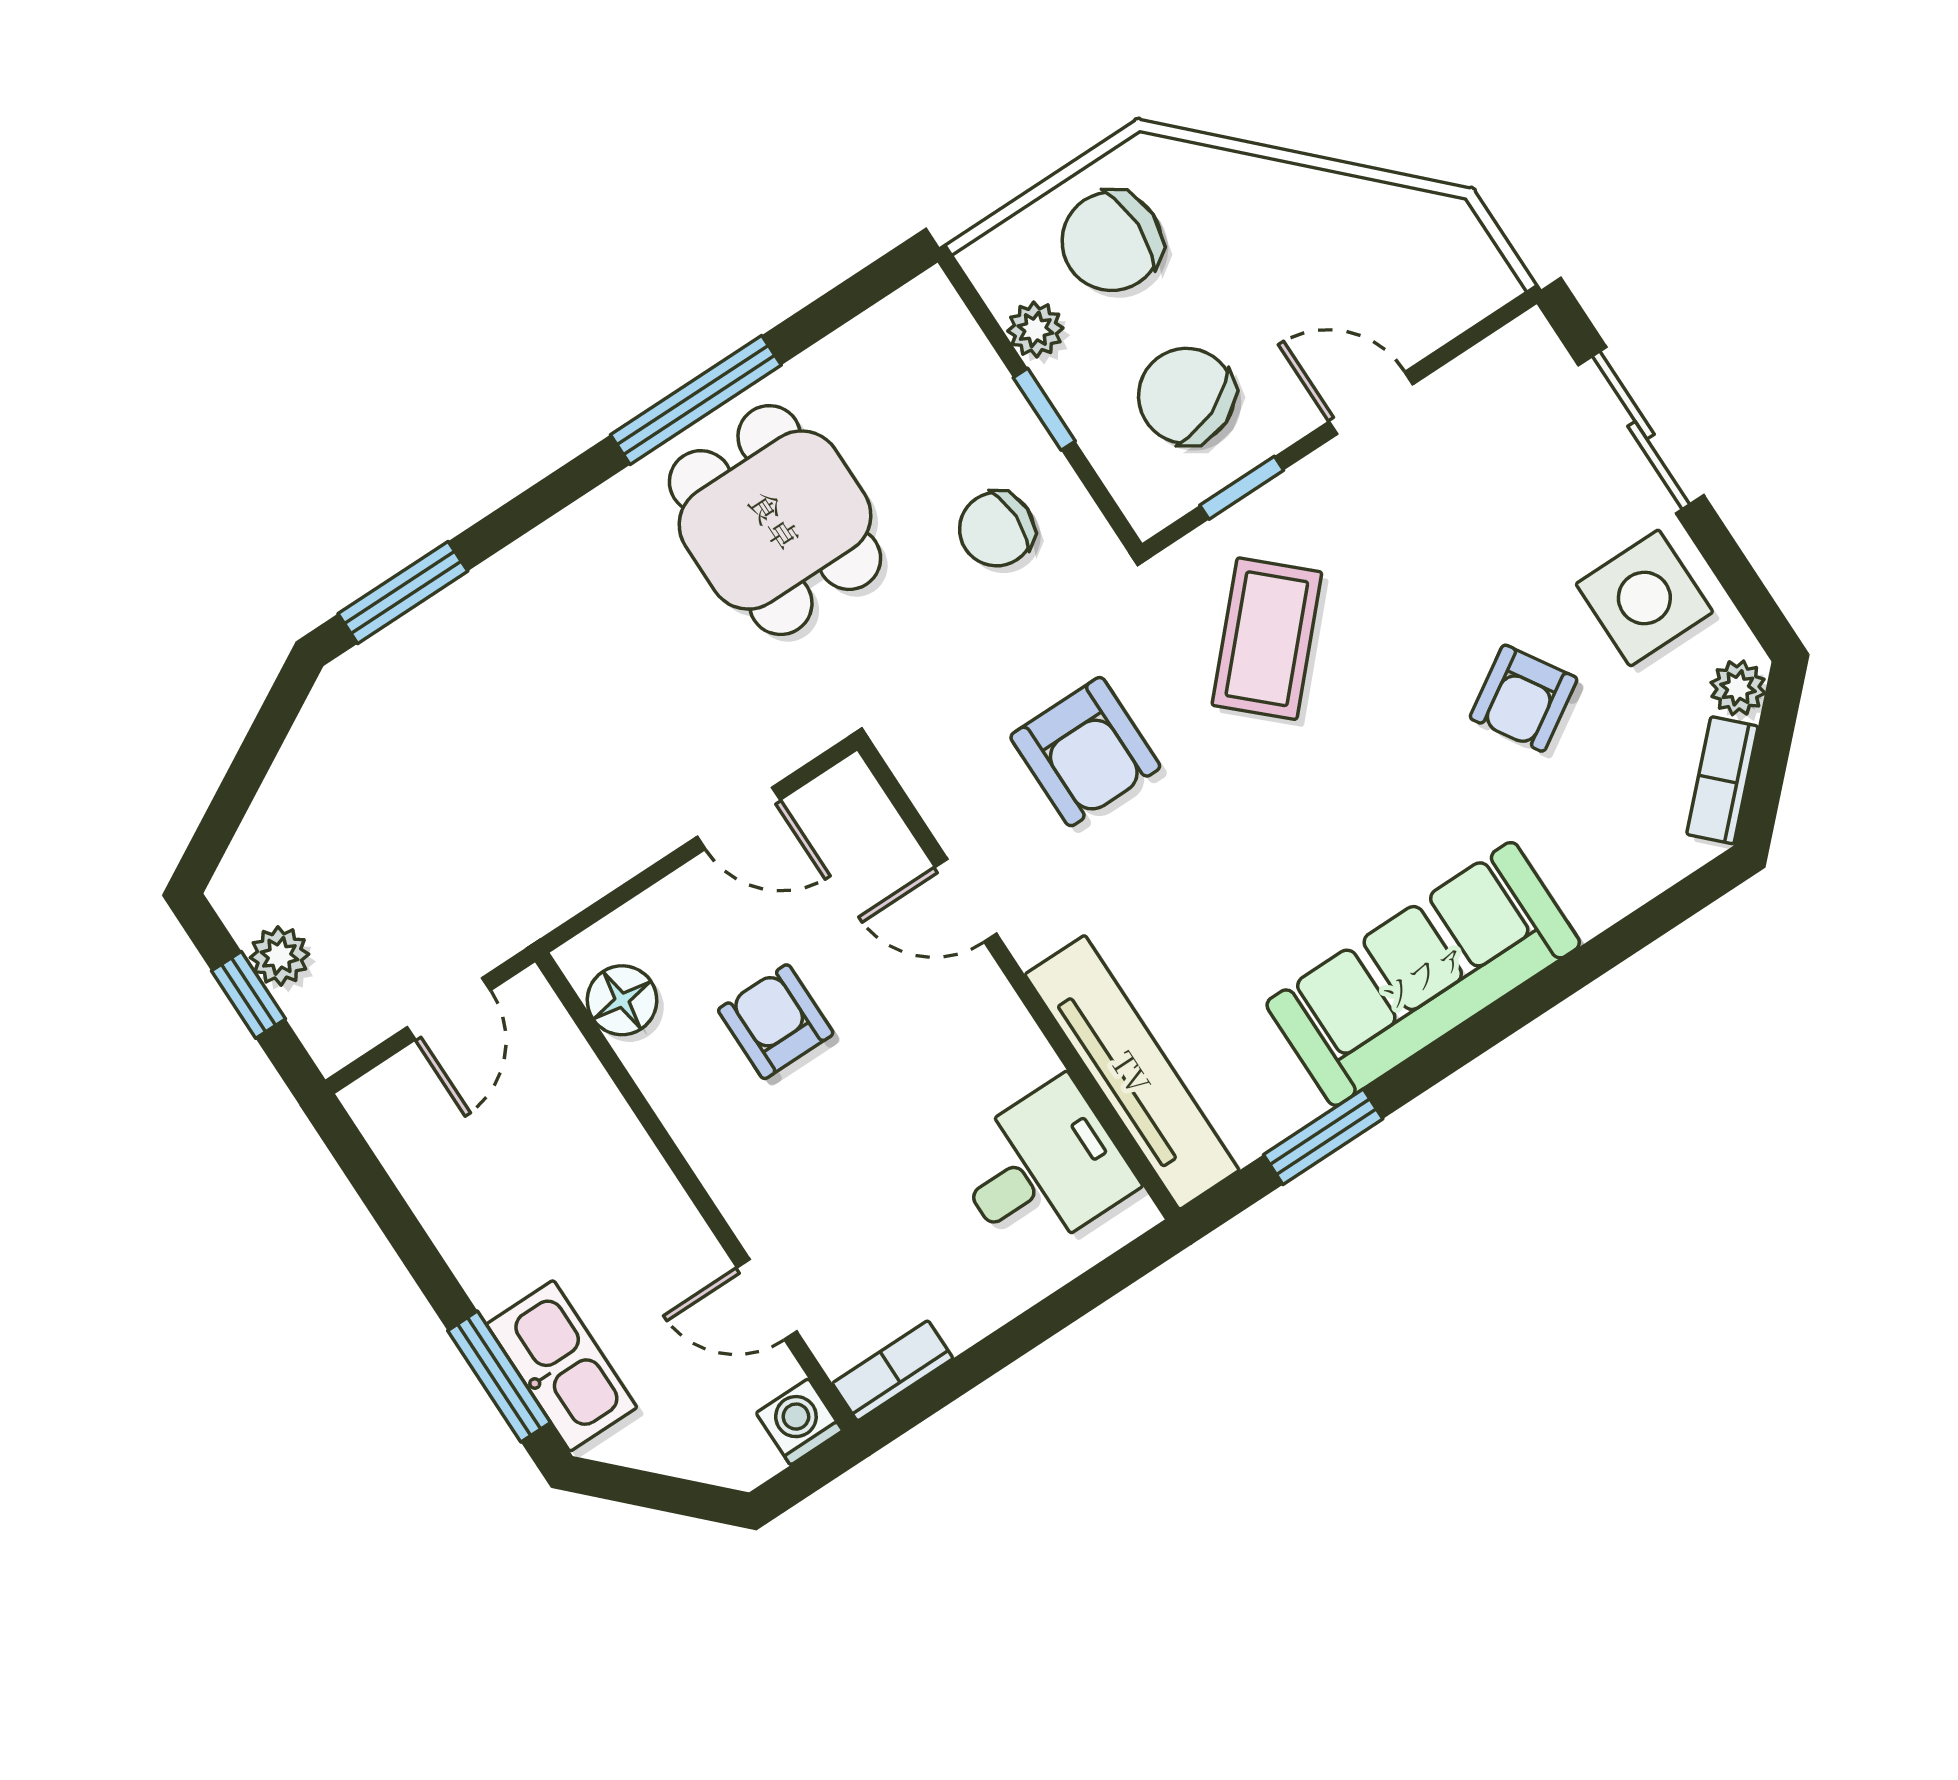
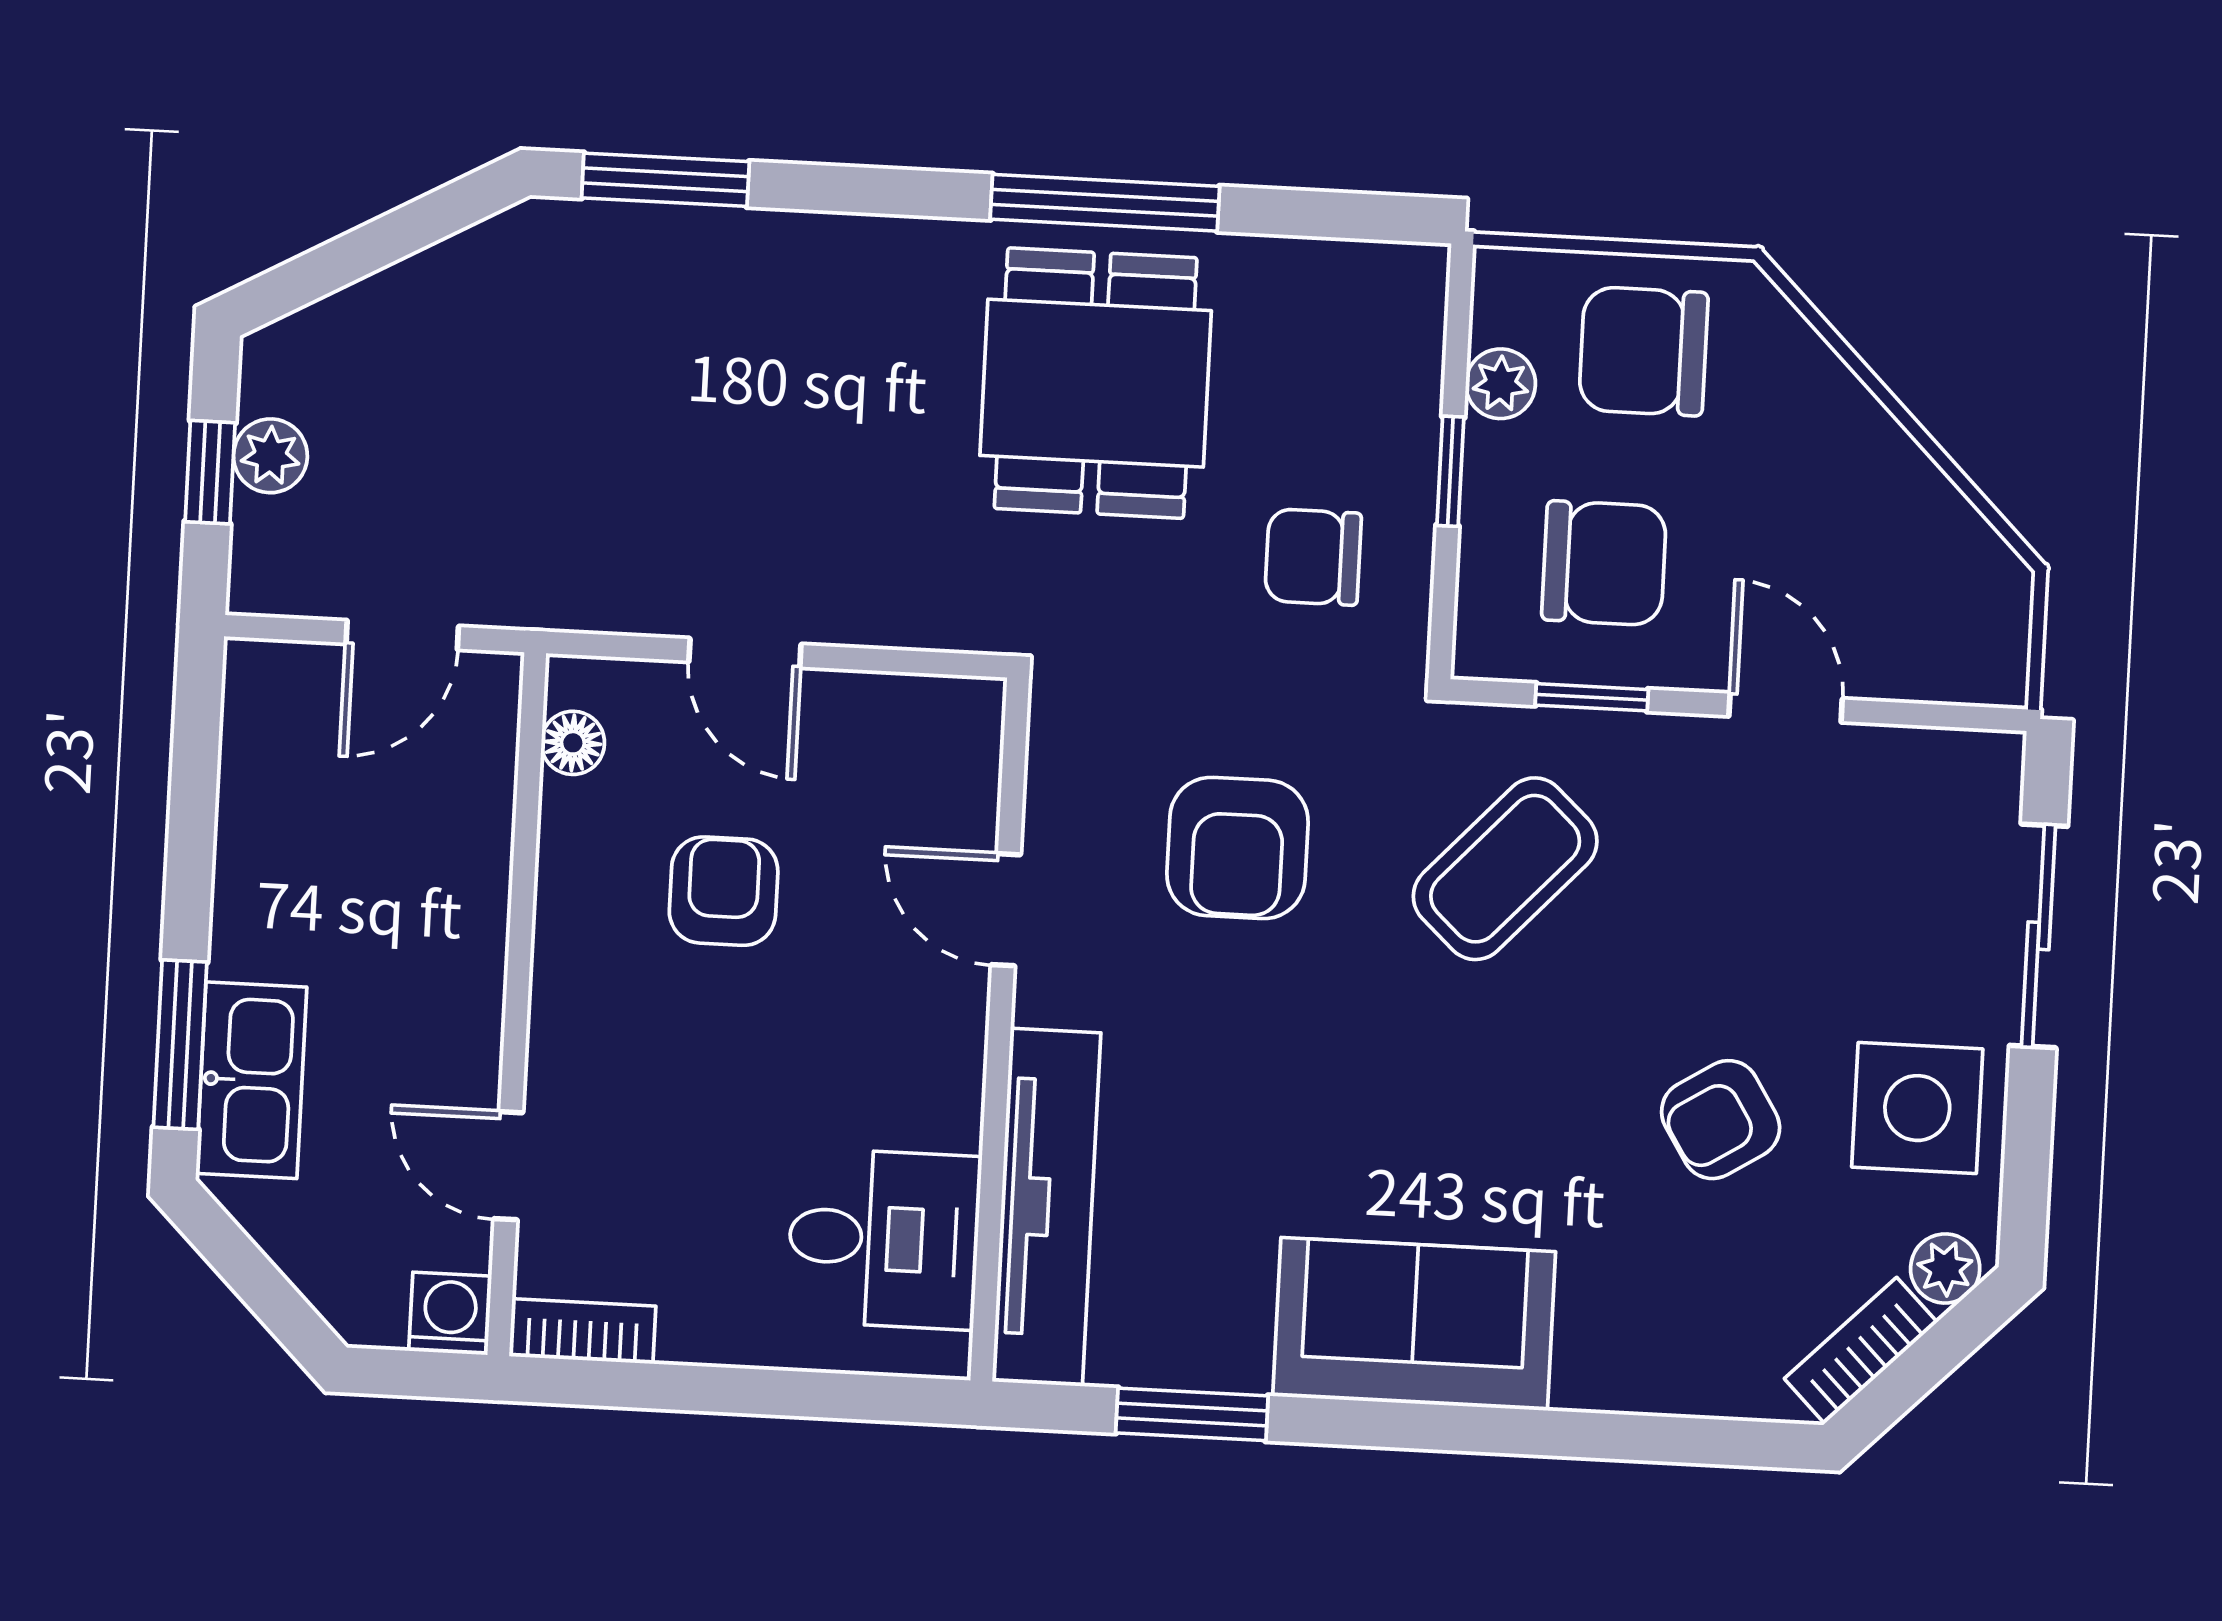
chair: (1186, 396) -> (1604, 563), turned 113
door: (739, 818) -> (745, 653), moved
sofa: (1423, 974) -> (1414, 1324), width x0.73
floor lamp: (622, 1000) -> (573, 743), width x0.73, depth x0.73

